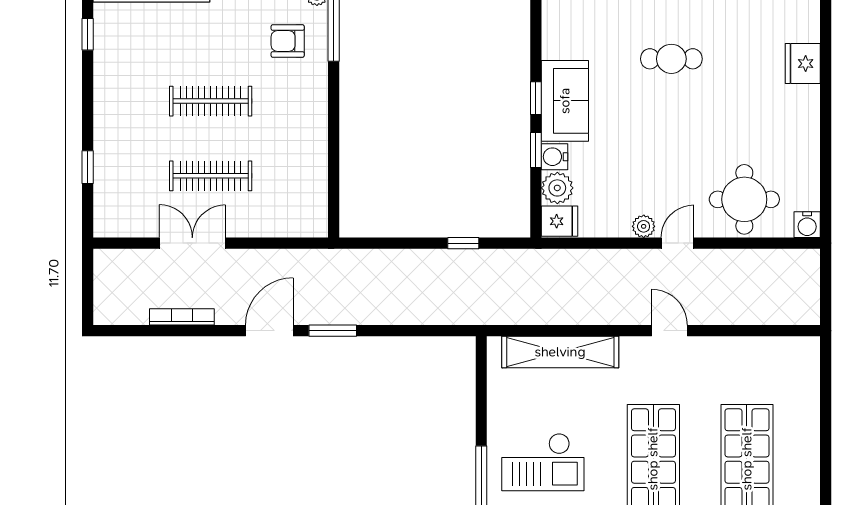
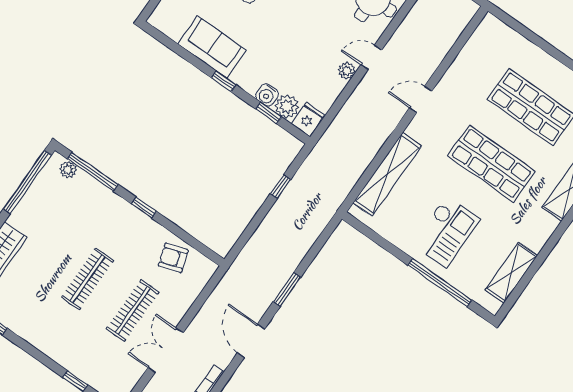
armchair: (288, 41) -> (173, 258), moved, turned 72
sofa: (565, 101) -> (212, 47), moved
window: (334, 108) -> (144, 208), added
window: (536, 150) -> (269, 113), moved
door: (678, 243) -> (371, 57), hinge flipped
window: (333, 331) -> (287, 289), moved

